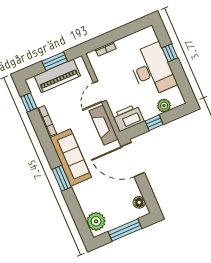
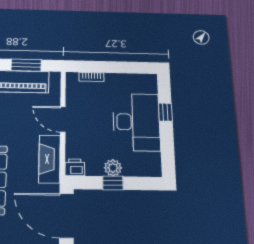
door: (100, 92) -> (63, 119), hinge flipped
plant: (164, 106) -> (113, 168), moved
printer: (128, 118) -> (75, 167), width x0.53, depth x0.68

